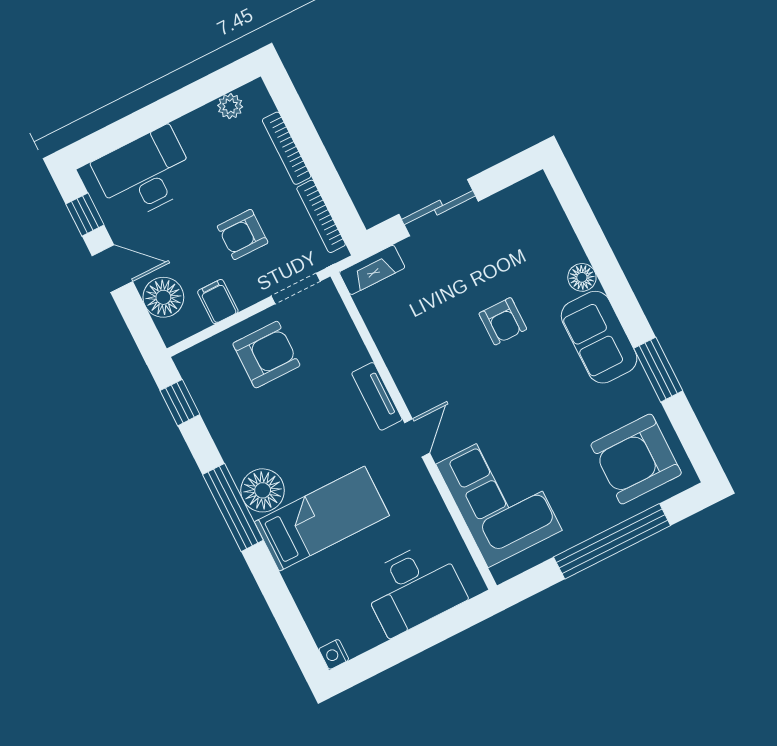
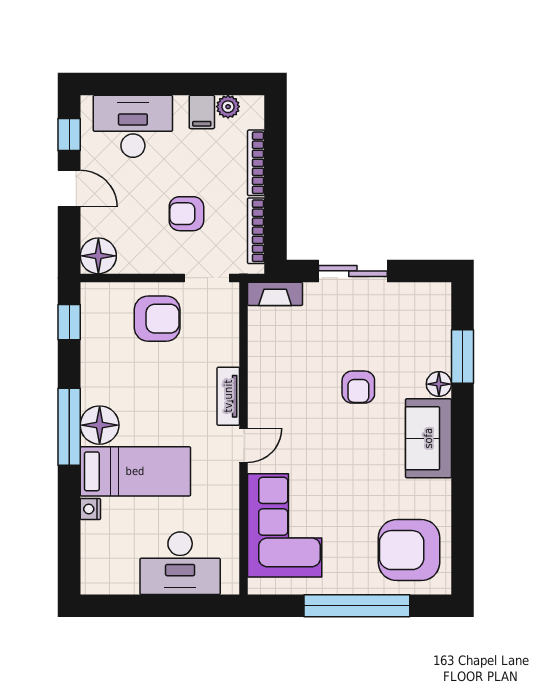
floor lamp: (163, 297) -> (98, 256), moved
filing cabinet: (218, 302) -> (202, 112), moved, turned 180
window: (658, 370) -> (463, 356), moved
nightstand: (334, 654) -> (90, 509), moved

